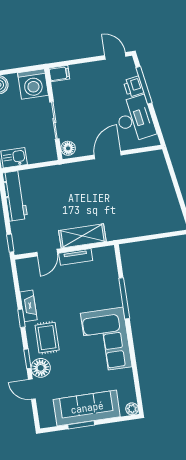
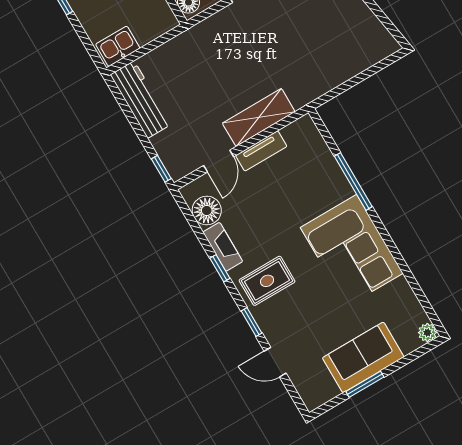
rug: (47, 338) -> (267, 281), turned 90
floor lamp: (41, 368) -> (207, 210), moved
sofa: (87, 408) -> (363, 357), width x0.73

